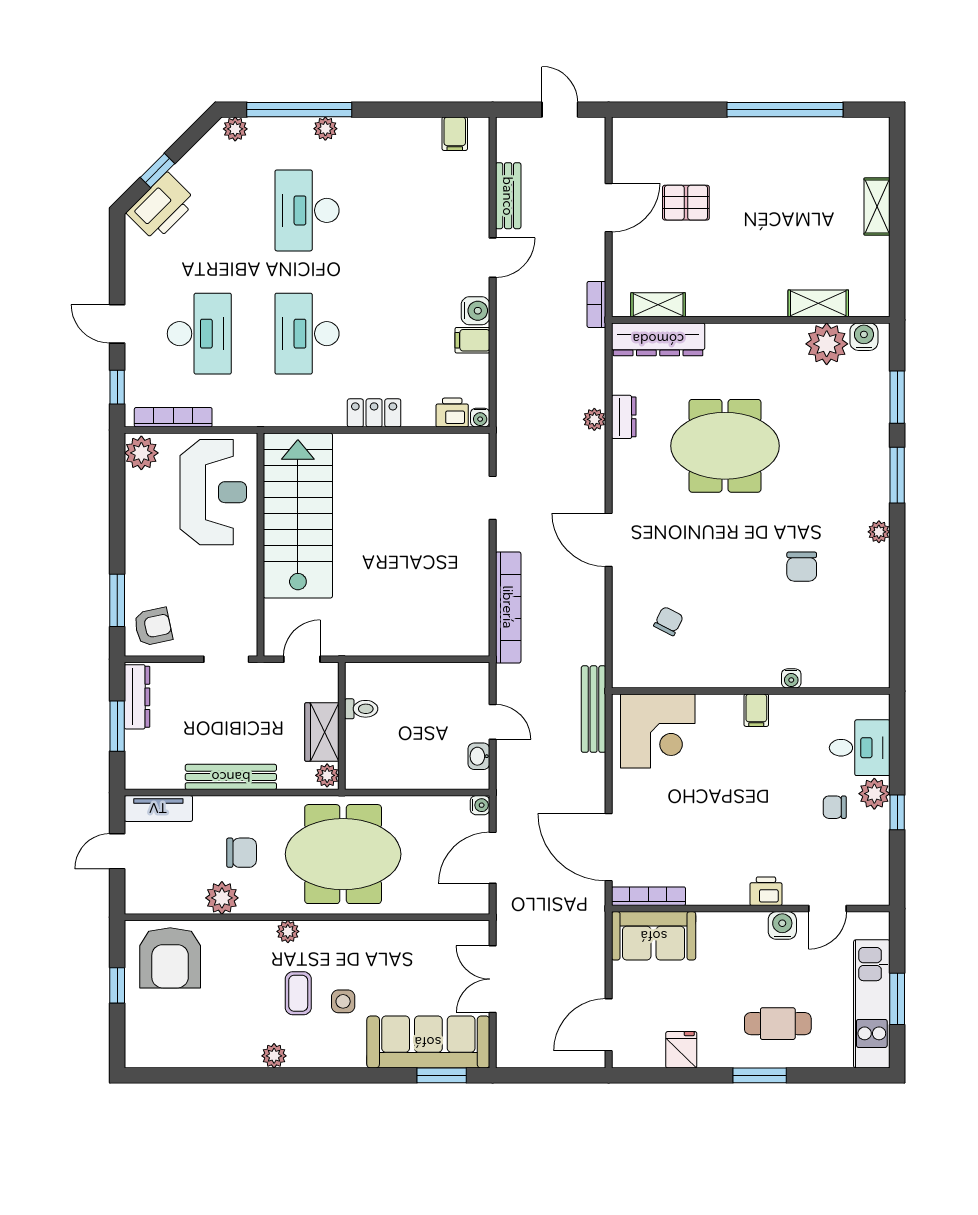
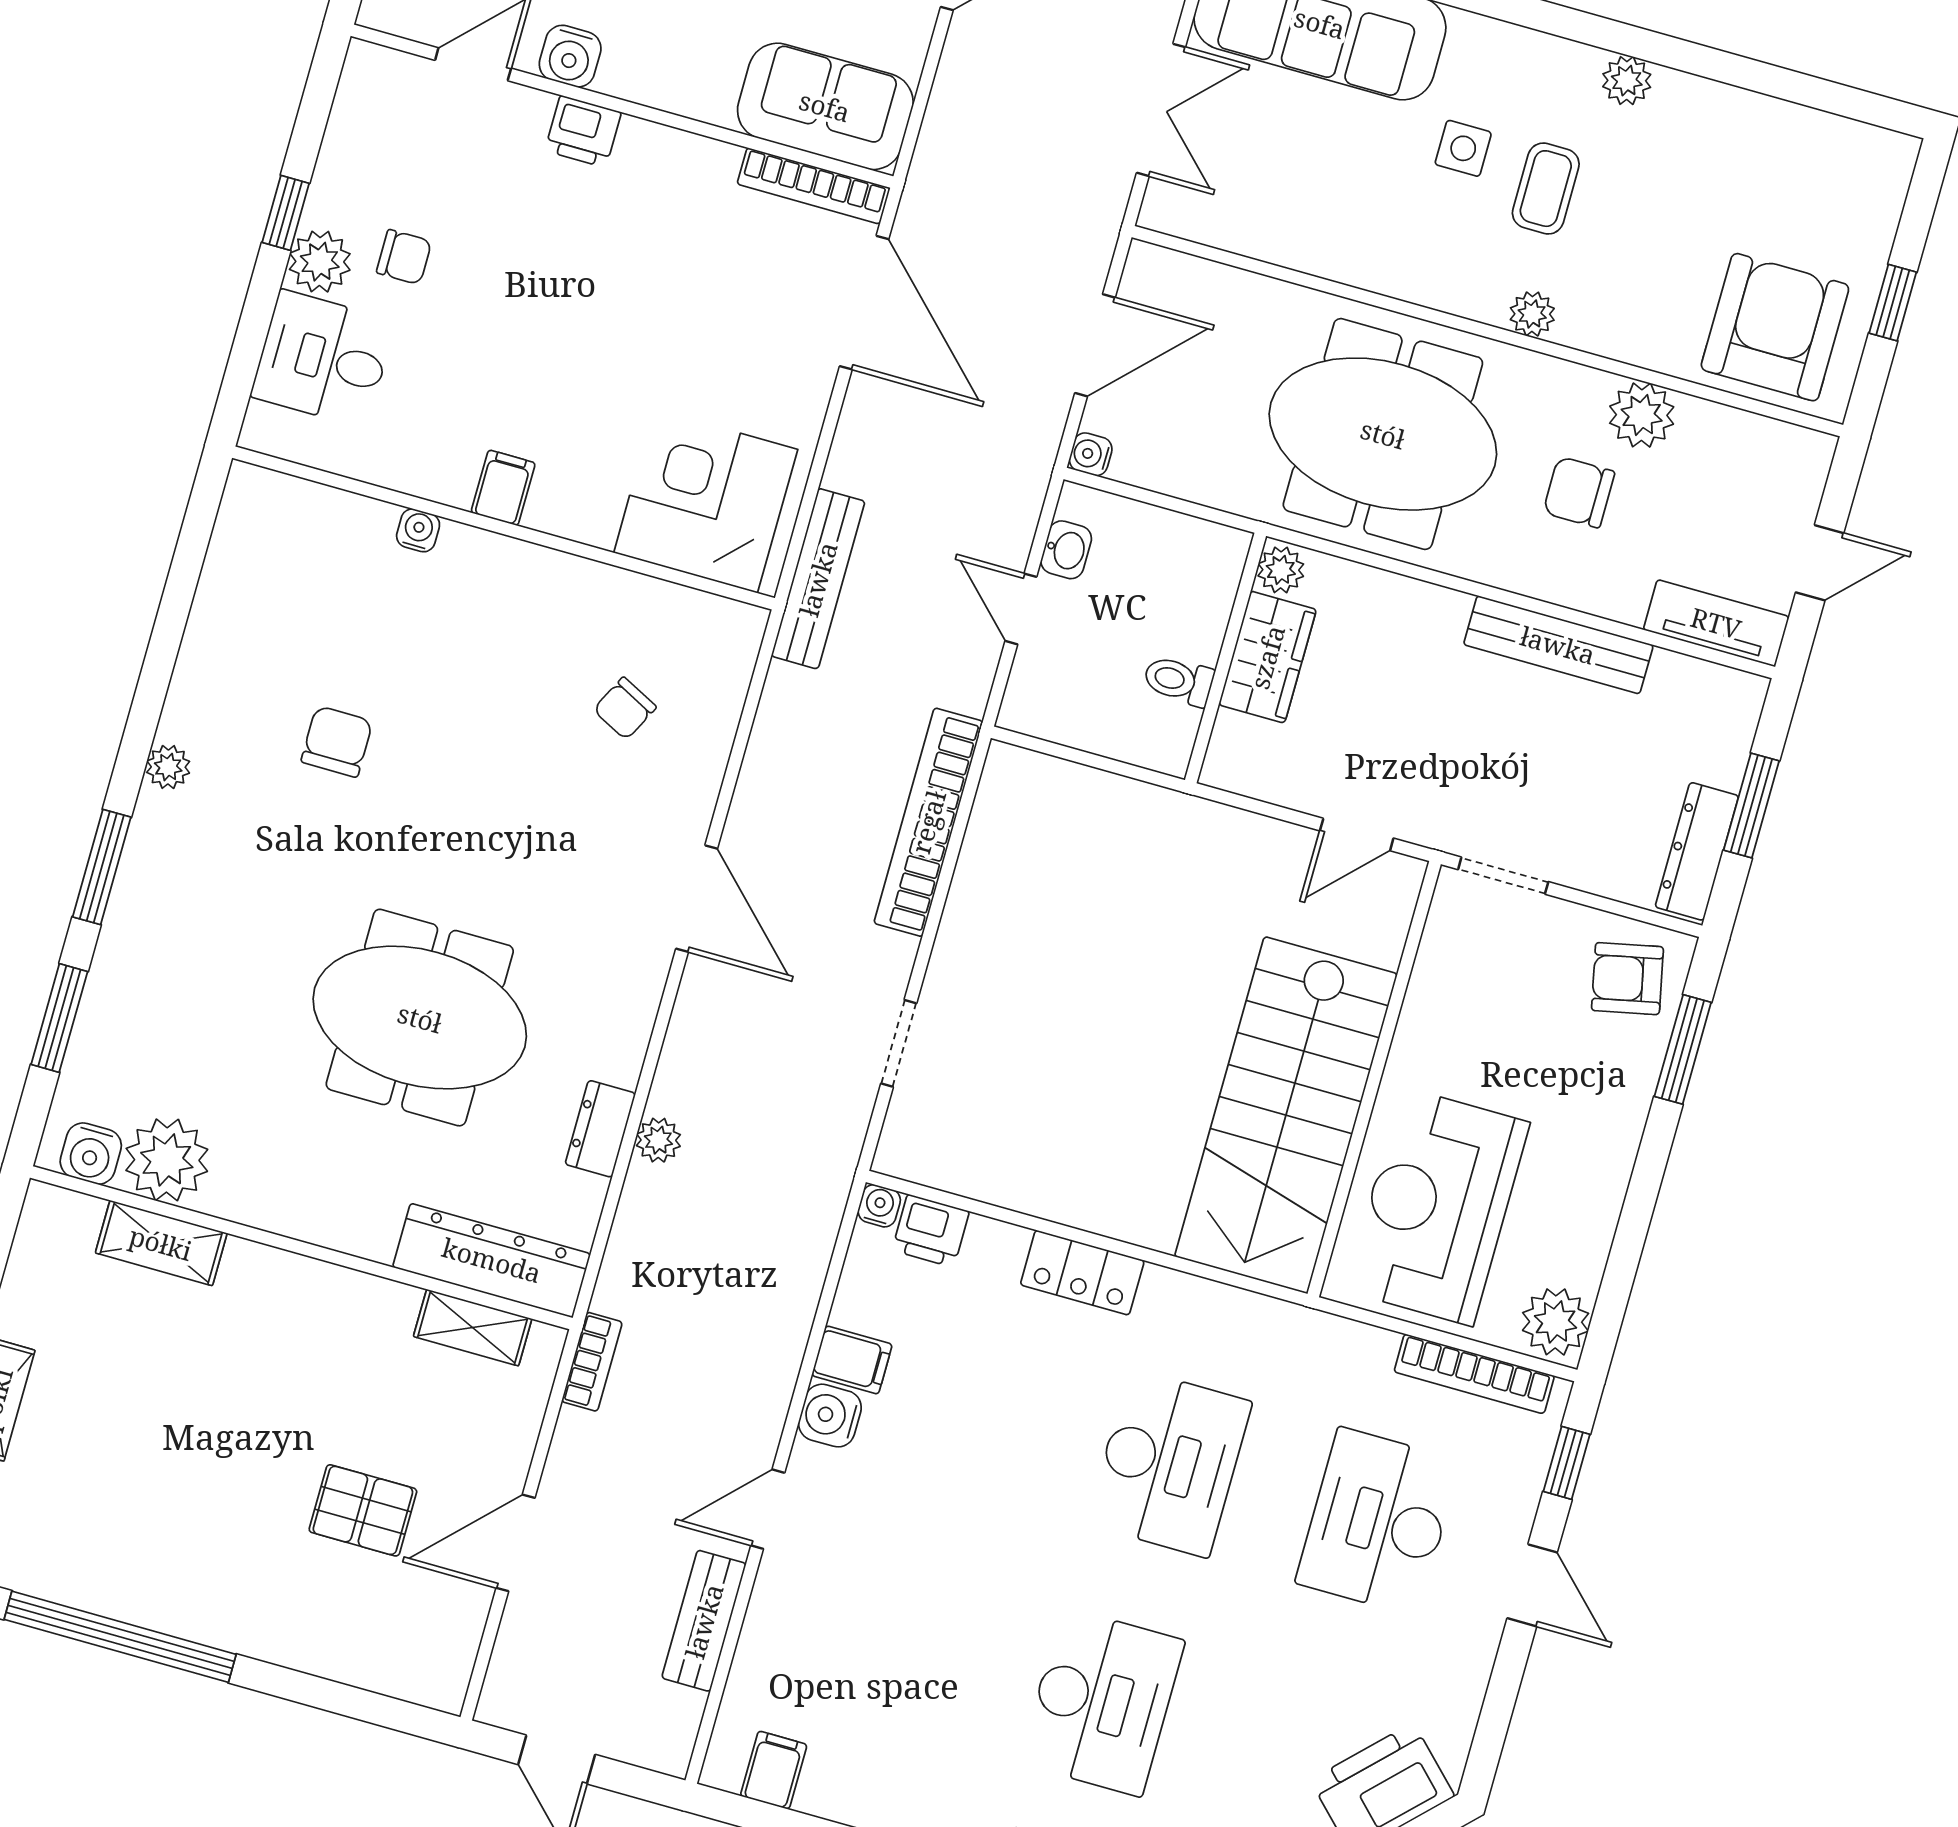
toilet: (361, 709) -> (1179, 681), moved
wall: (342, 726) -> (1225, 658), moved
wardrobe: (322, 732) -> (1267, 657), moved
plant: (327, 775) -> (1281, 570), moved

